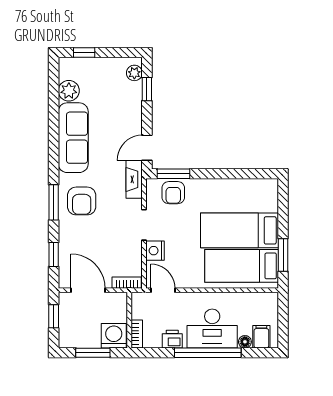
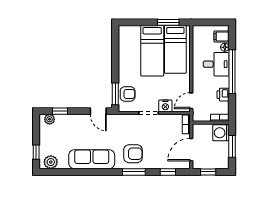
plant: (69, 91) -> (51, 162), moved
fireplace: (134, 179) -> (119, 119), removed
desk: (212, 329) -> (216, 64), width x0.73

